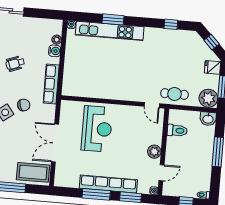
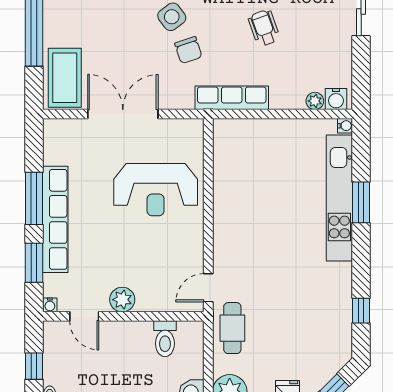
water cooler: (55, 51) -> (336, 99), moved

